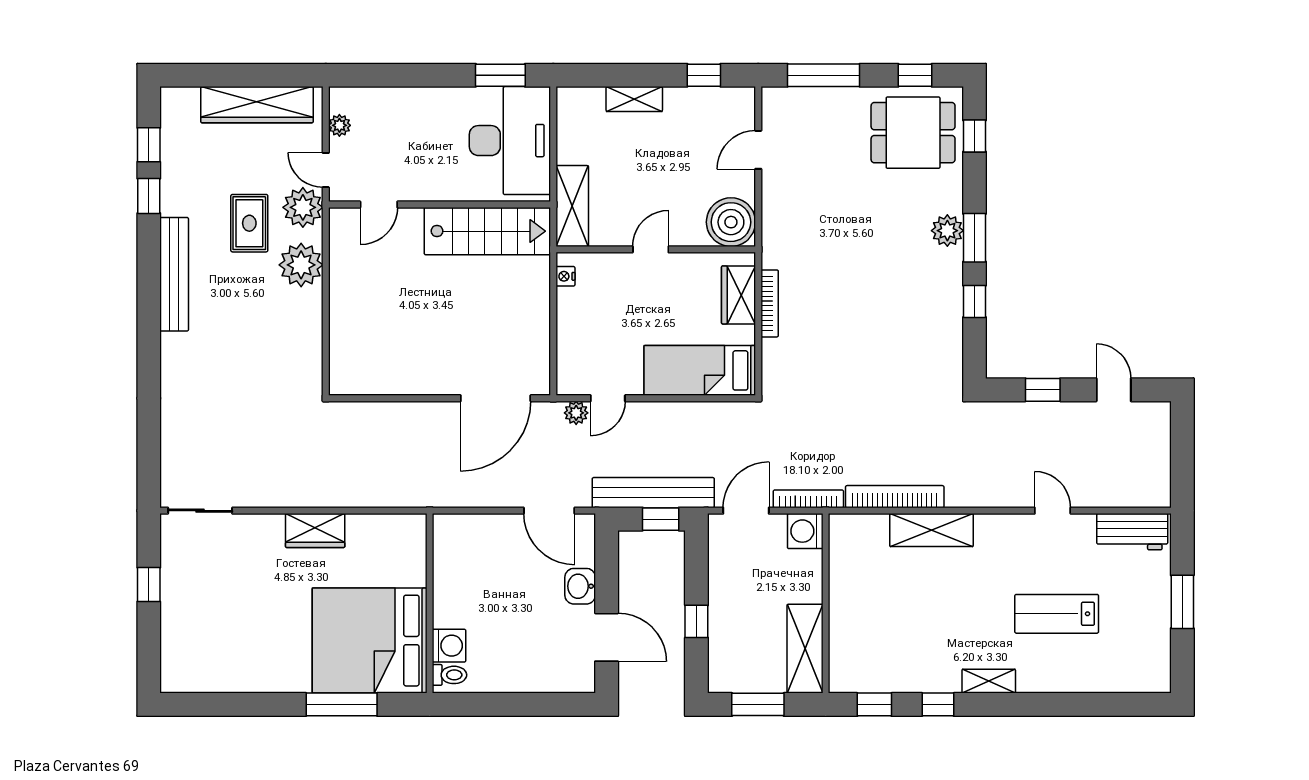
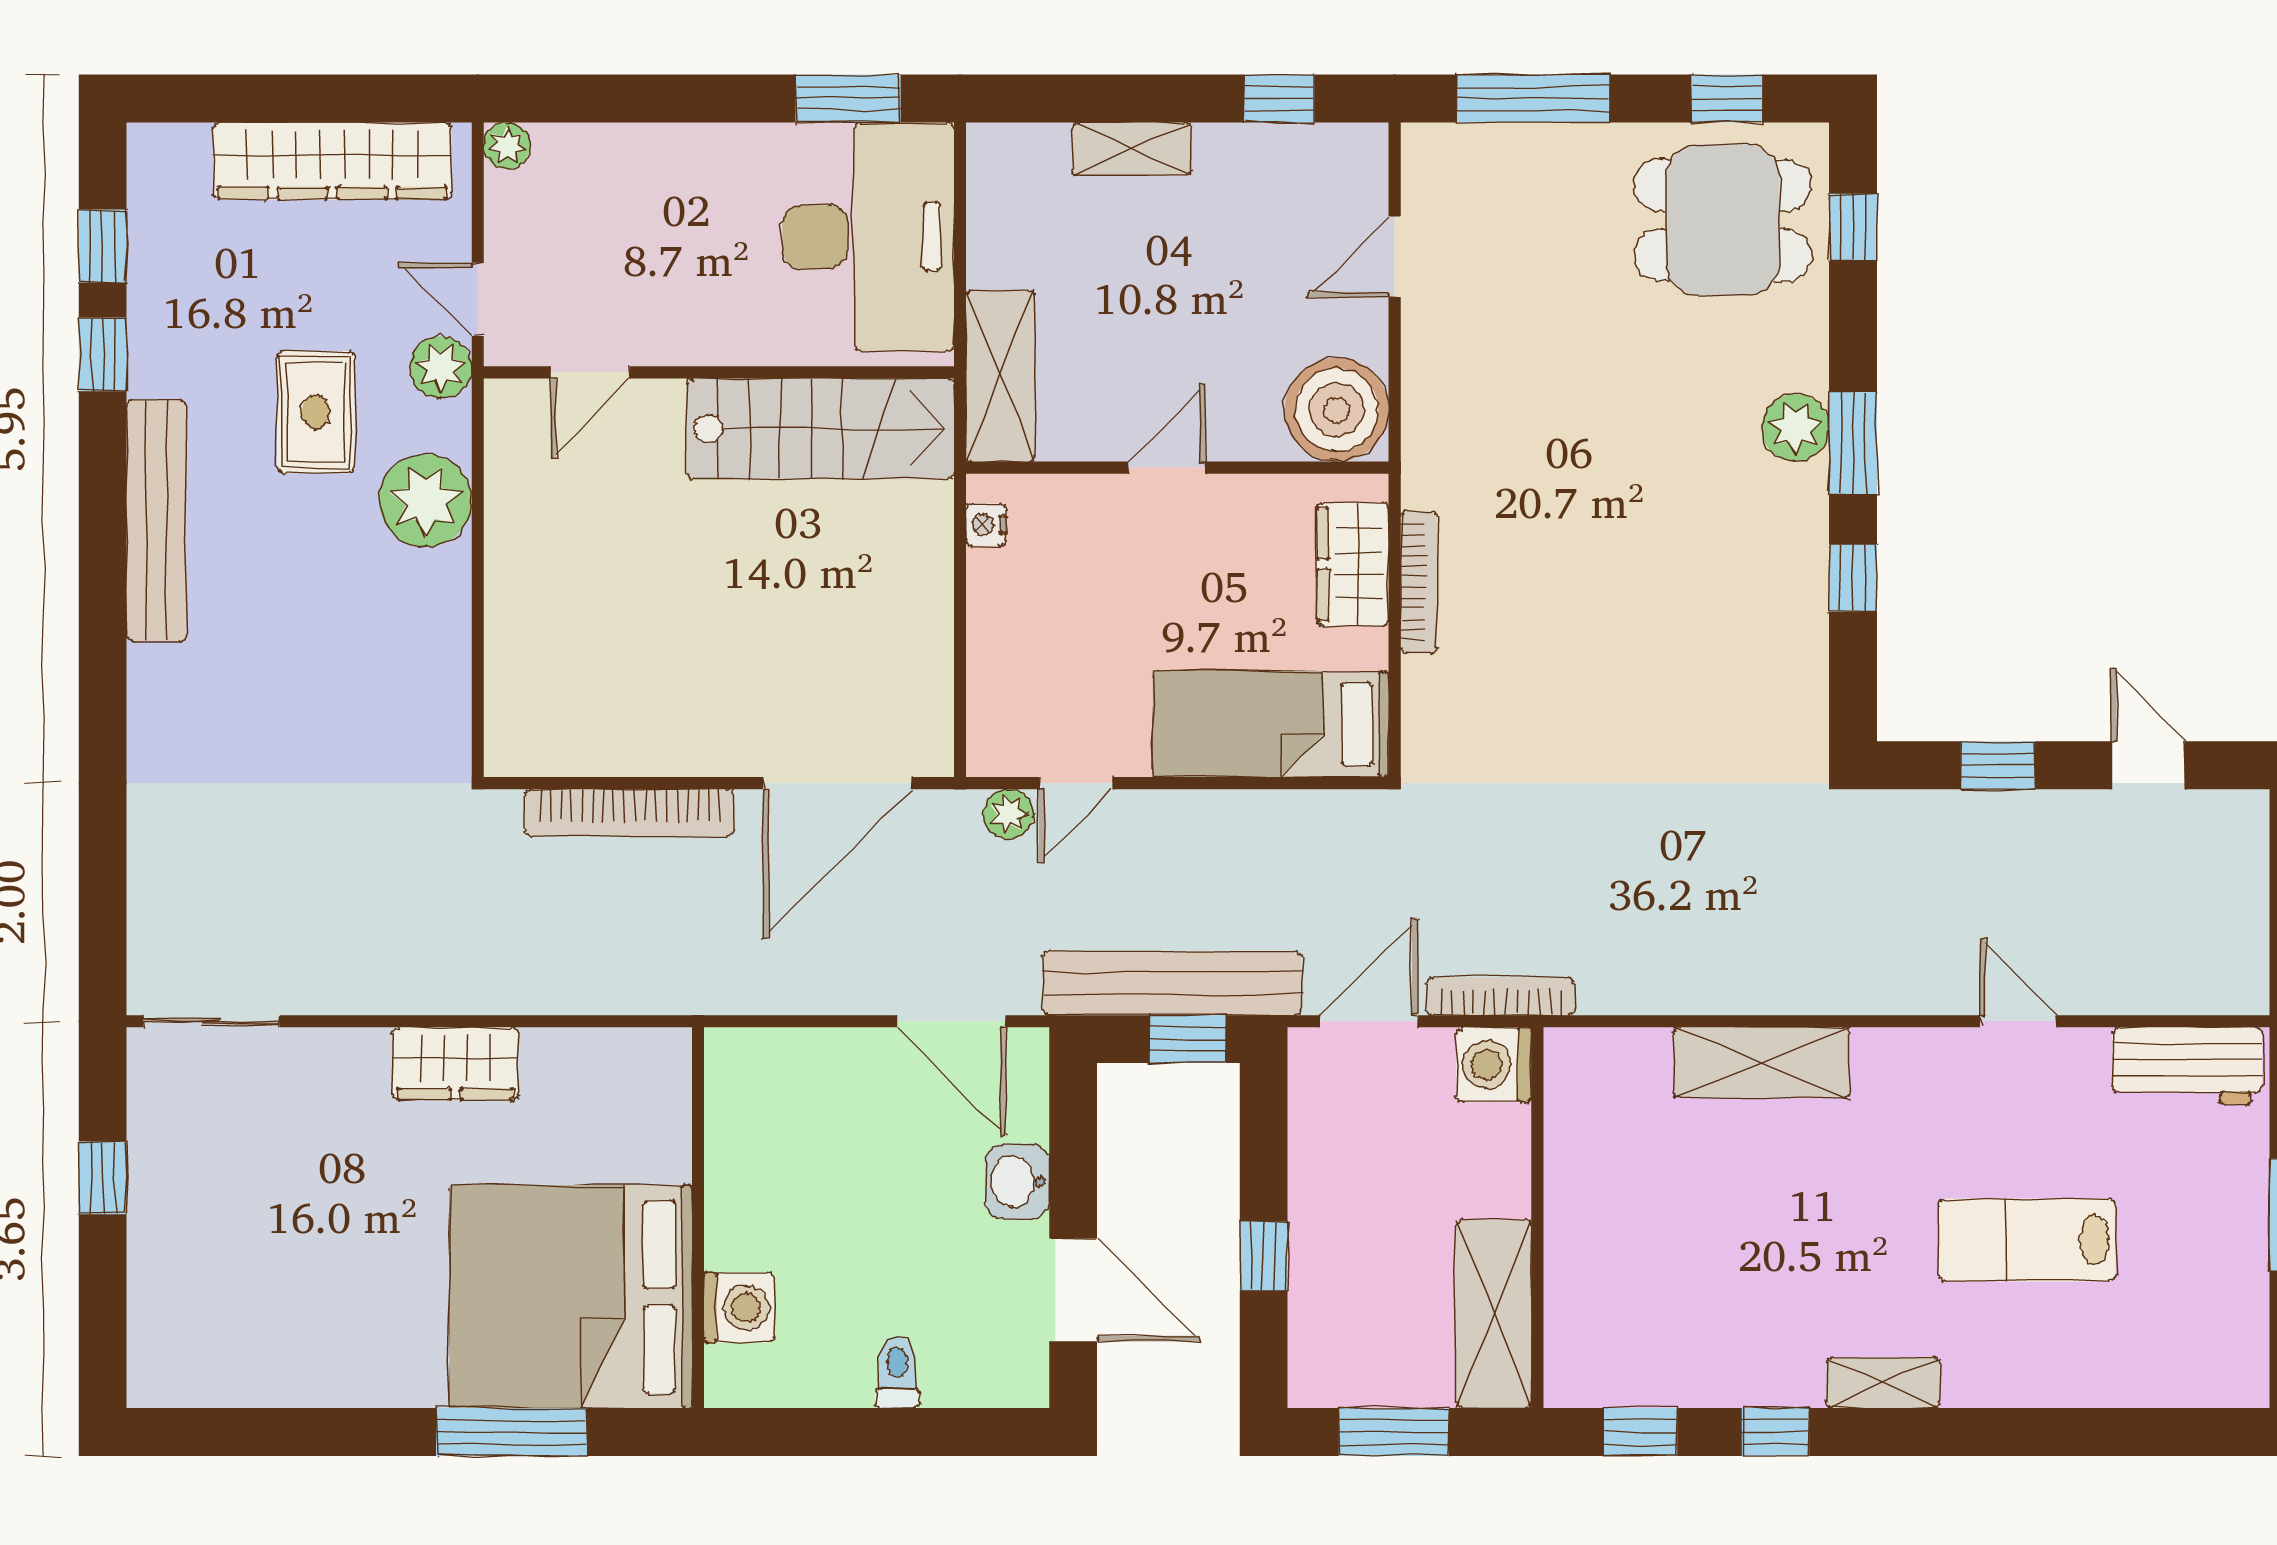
plant: (339, 125) -> (507, 146), moved
plant: (303, 207) -> (441, 367), width x0.73, depth x0.73
bookcase: (895, 497) -> (629, 813), moved, turned 180
toilet: (449, 675) -> (897, 1372), moved, turned -90

